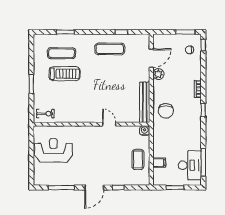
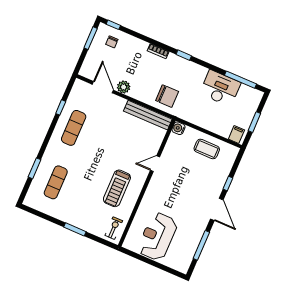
treadmill: (64, 74) -> (117, 188), moved, turned 180
filing cabinet: (159, 162) -> (236, 135), moved
desk: (190, 165) -> (220, 88), moved

